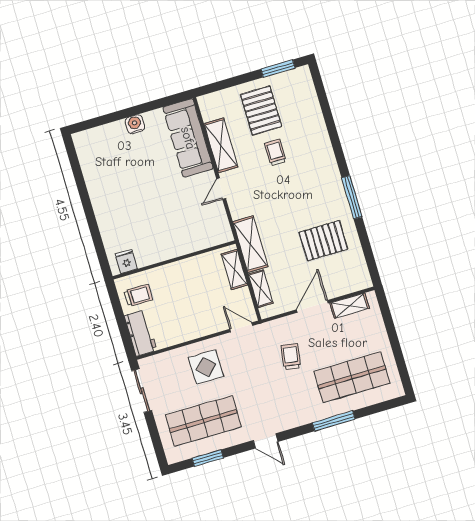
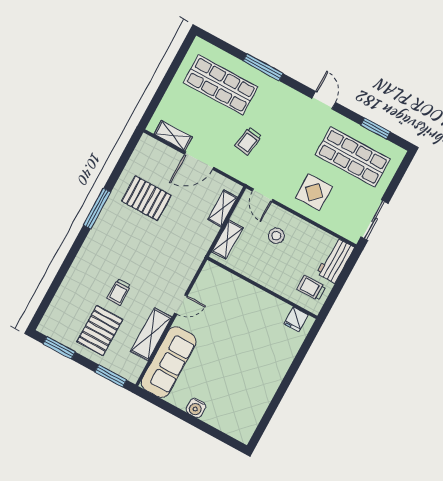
window: (220, 85) -> (111, 376), added
shelving: (250, 244) -> (199, 246), removed
stool: (202, 308) -> (276, 236), added

